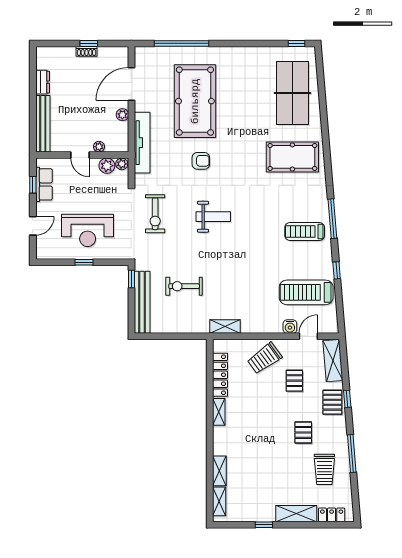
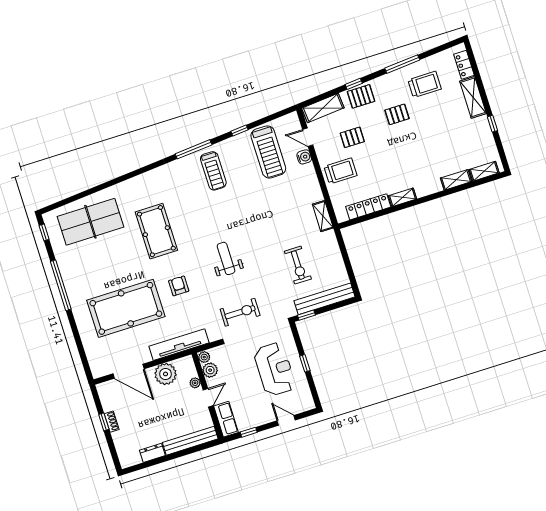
window: (181, 43) -> (61, 285), moved
plant: (122, 115) -> (166, 374), width x1.87, depth x1.87
pool table: (292, 157) -> (156, 231), moved
row of seats: (44, 184) -> (226, 419), moved, turned 90
trolley: (265, 358) -> (340, 171), turned -54

